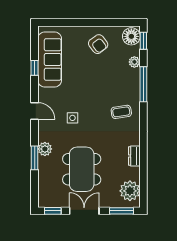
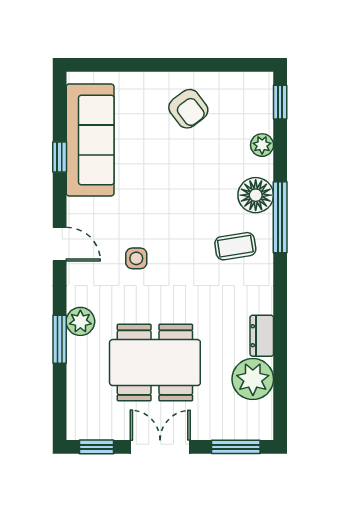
floor lamp: (131, 36) -> (256, 195), moved
window: (143, 84) -> (280, 217), moved
dining table: (82, 169) -> (155, 363), turned 90
plant: (130, 191) -> (253, 379), moved

